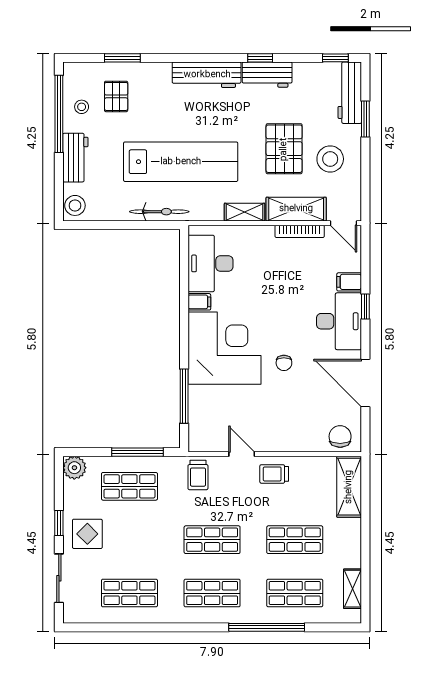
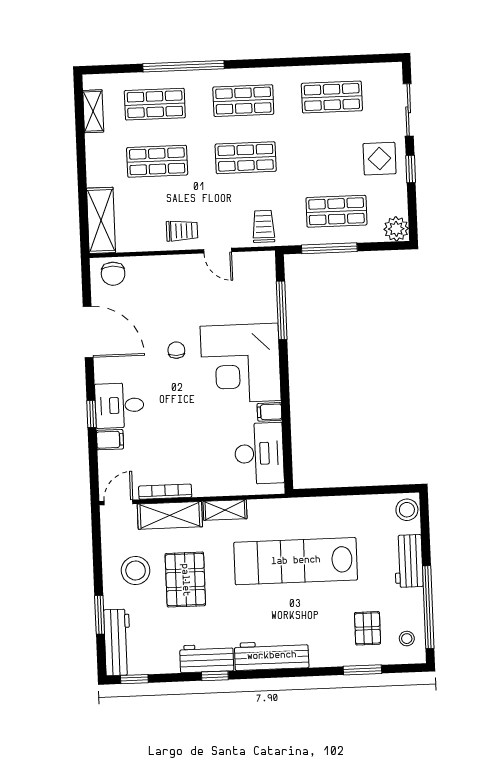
stool: (82, 107) -> (407, 639), moved
bicycle: (159, 212) -> (316, 507), removed
door: (344, 223) -> (118, 502), hinge flipped
desk: (339, 321) -> (119, 405), width x0.73

